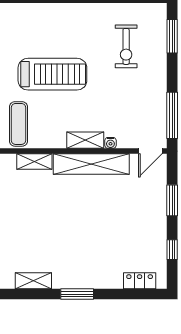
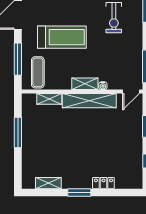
locker: (140, 281) -> (103, 183), moved

